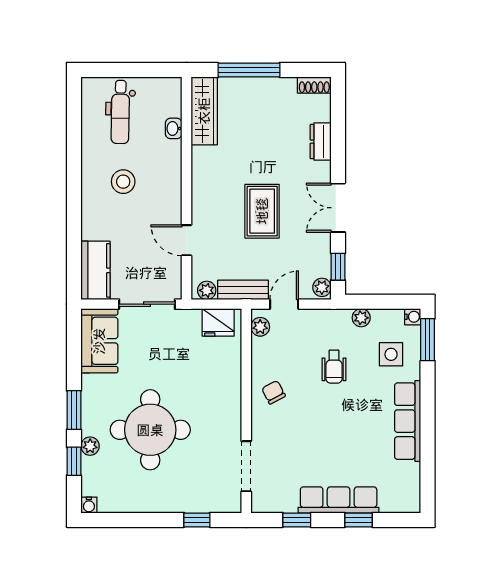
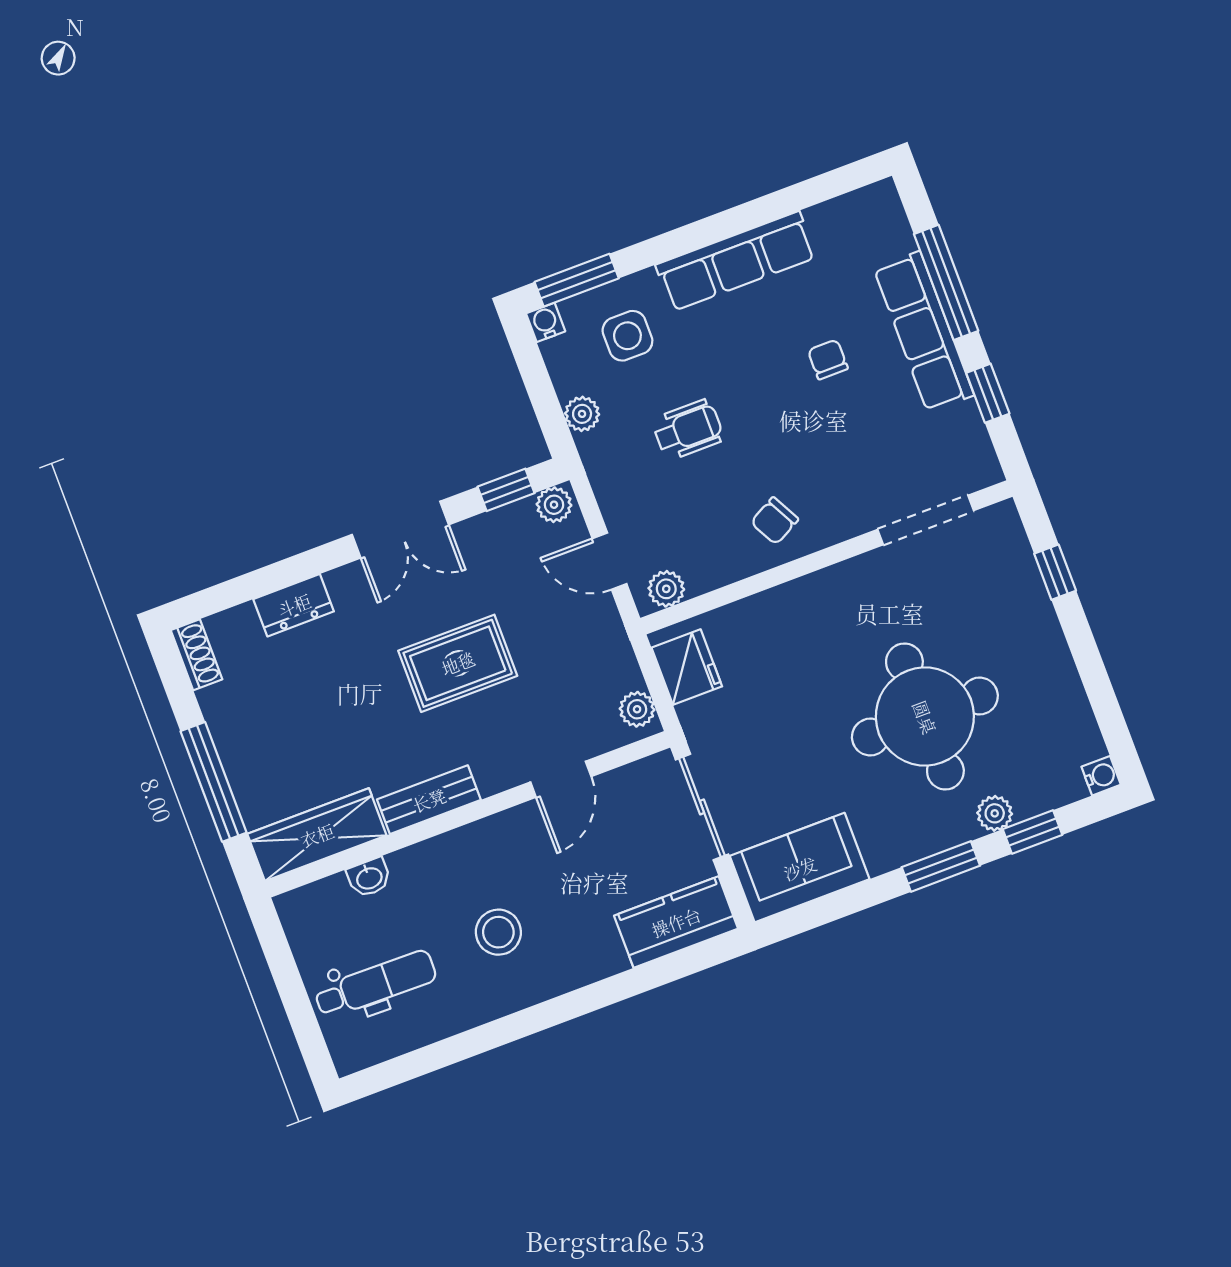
bench: (243, 290) -> (429, 800), moved, turned 90
chair: (343, 448) -> (828, 359), added
window: (359, 520) -> (946, 282), width x2.17

